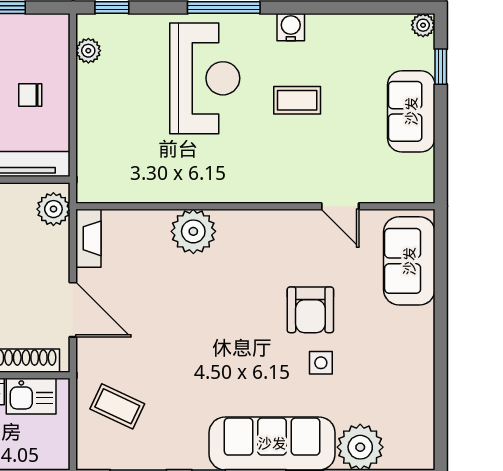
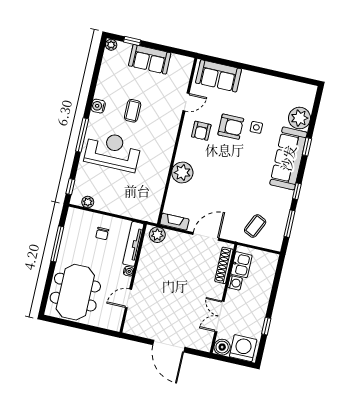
armchair: (288, 251) -> (201, 131), added

